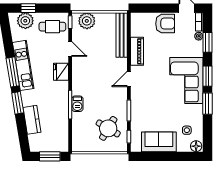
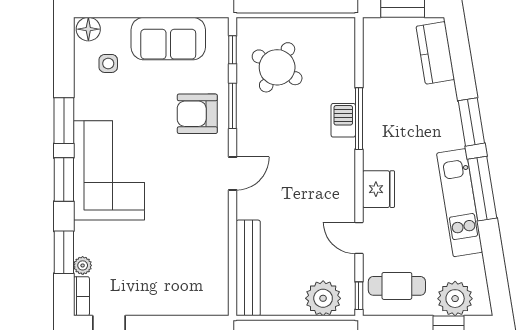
armchair: (165, 24) -> (197, 114), moved
piano: (137, 51) -> (215, 233), removed
kitchen counter: (32, 120) -> (435, 53), moved

